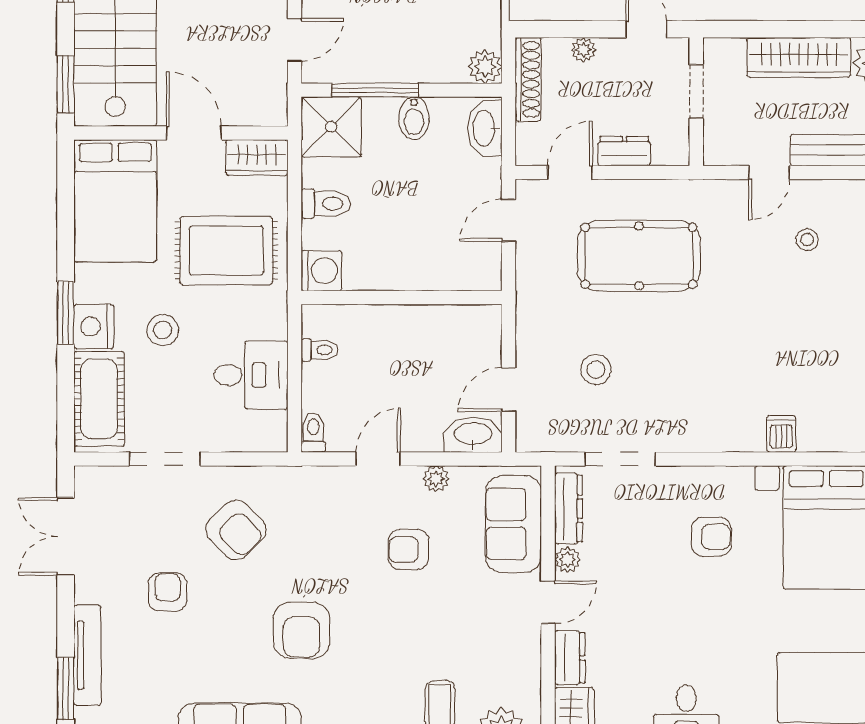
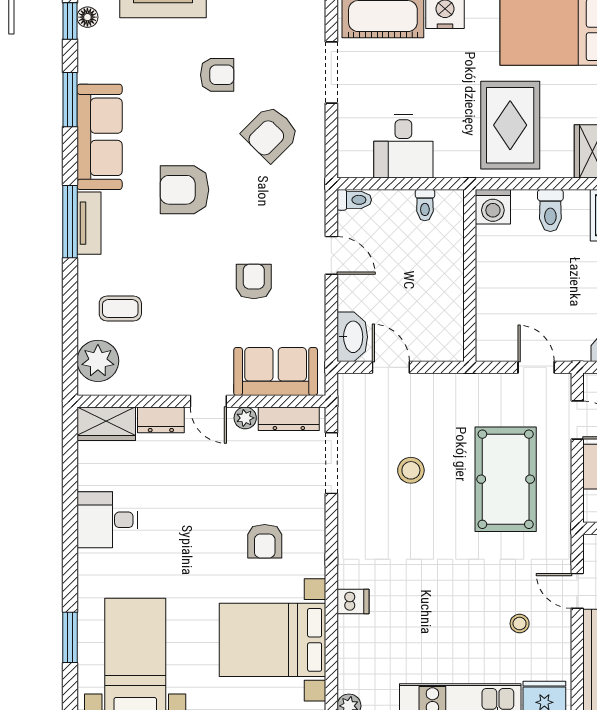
stool: (163, 330) -> (442, 71), removed
stool: (596, 370) -> (411, 470), moved
plant: (436, 479) -> (314, 305), removed

